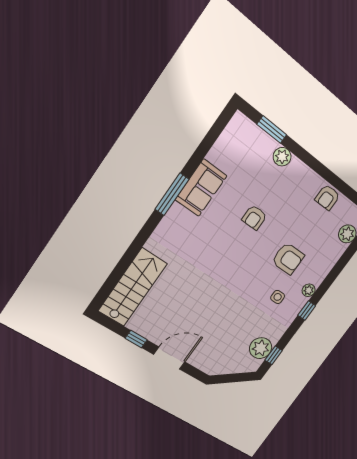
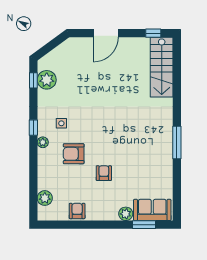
sofa: (201, 188) -> (152, 210), moved, turned 90
armchair: (254, 218) -> (104, 173), moved
window: (136, 339) -> (153, 33), moved

